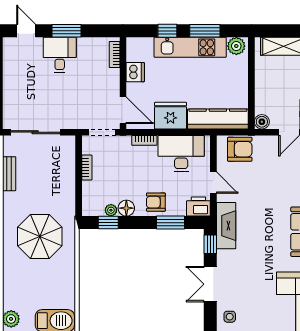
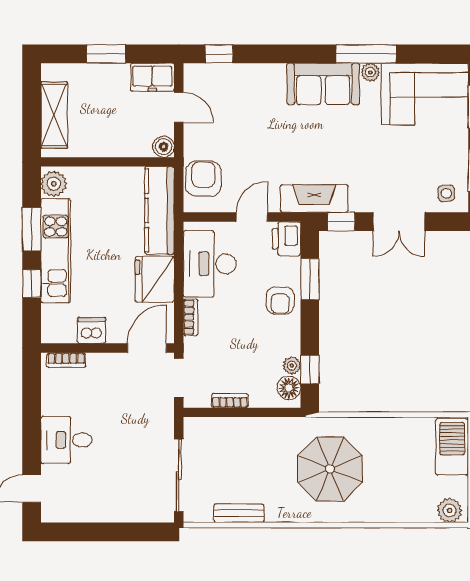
window: (67, 31) -> (32, 430), removed
floor lamp: (126, 208) -> (289, 388), moved

